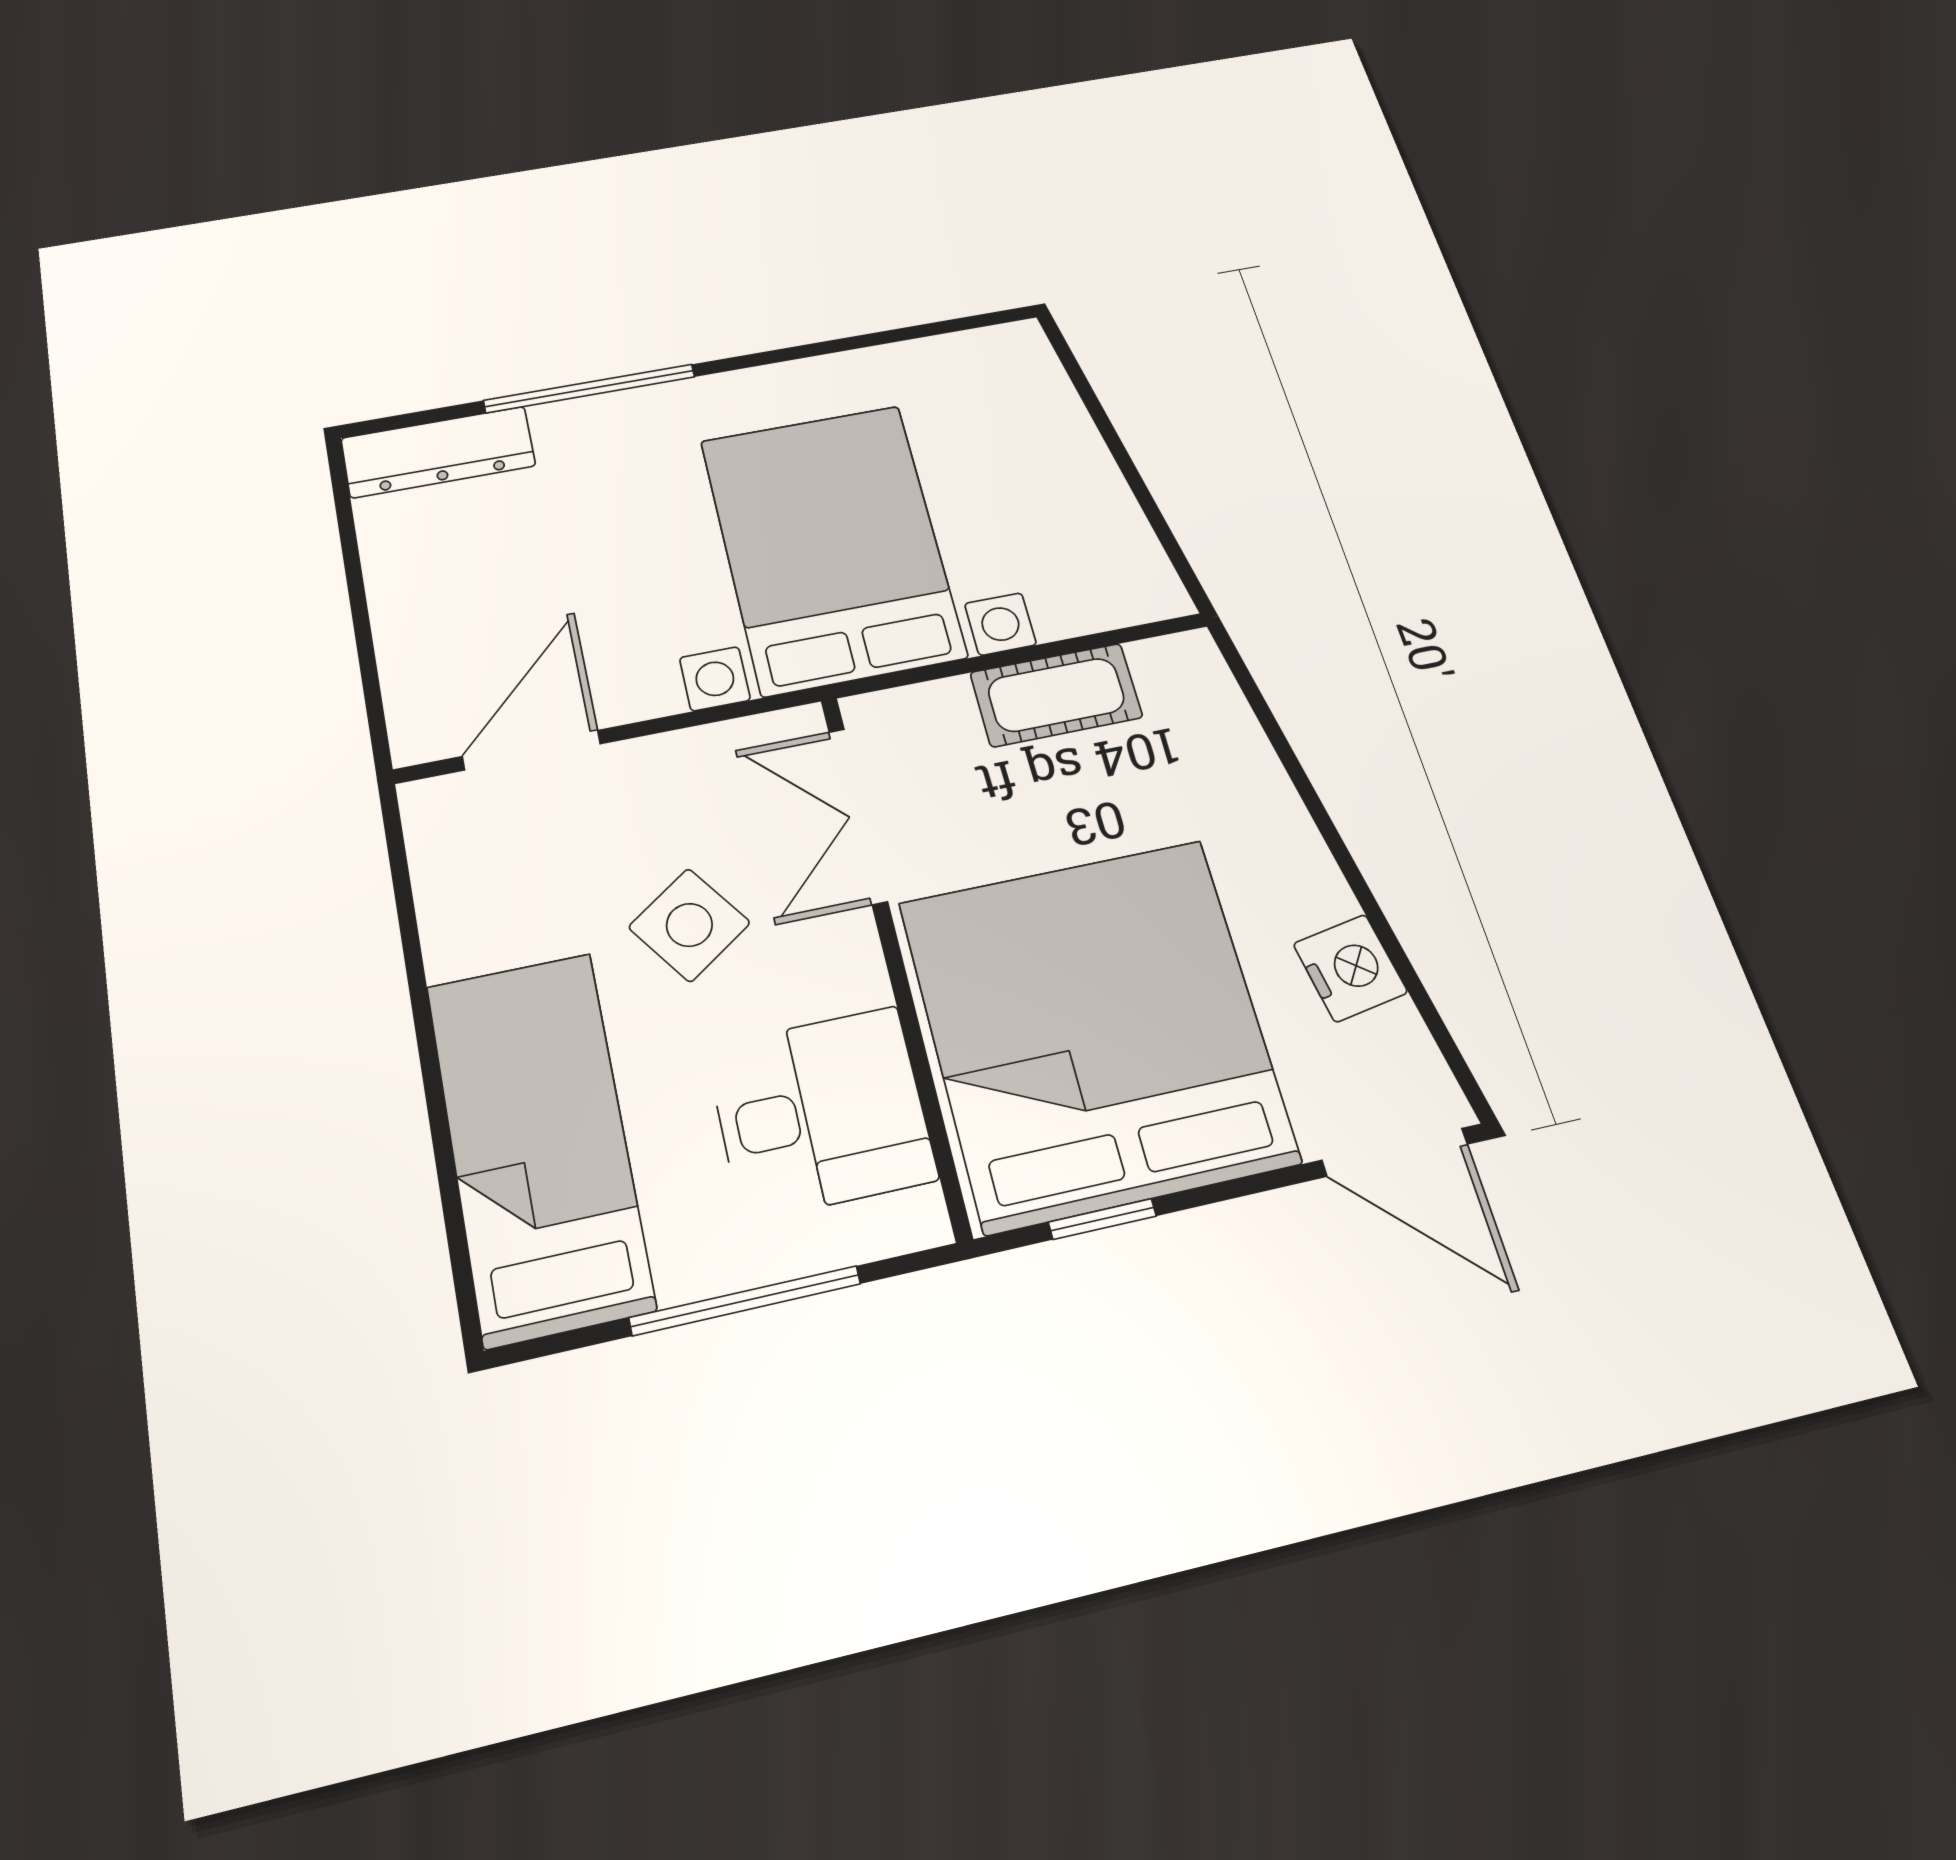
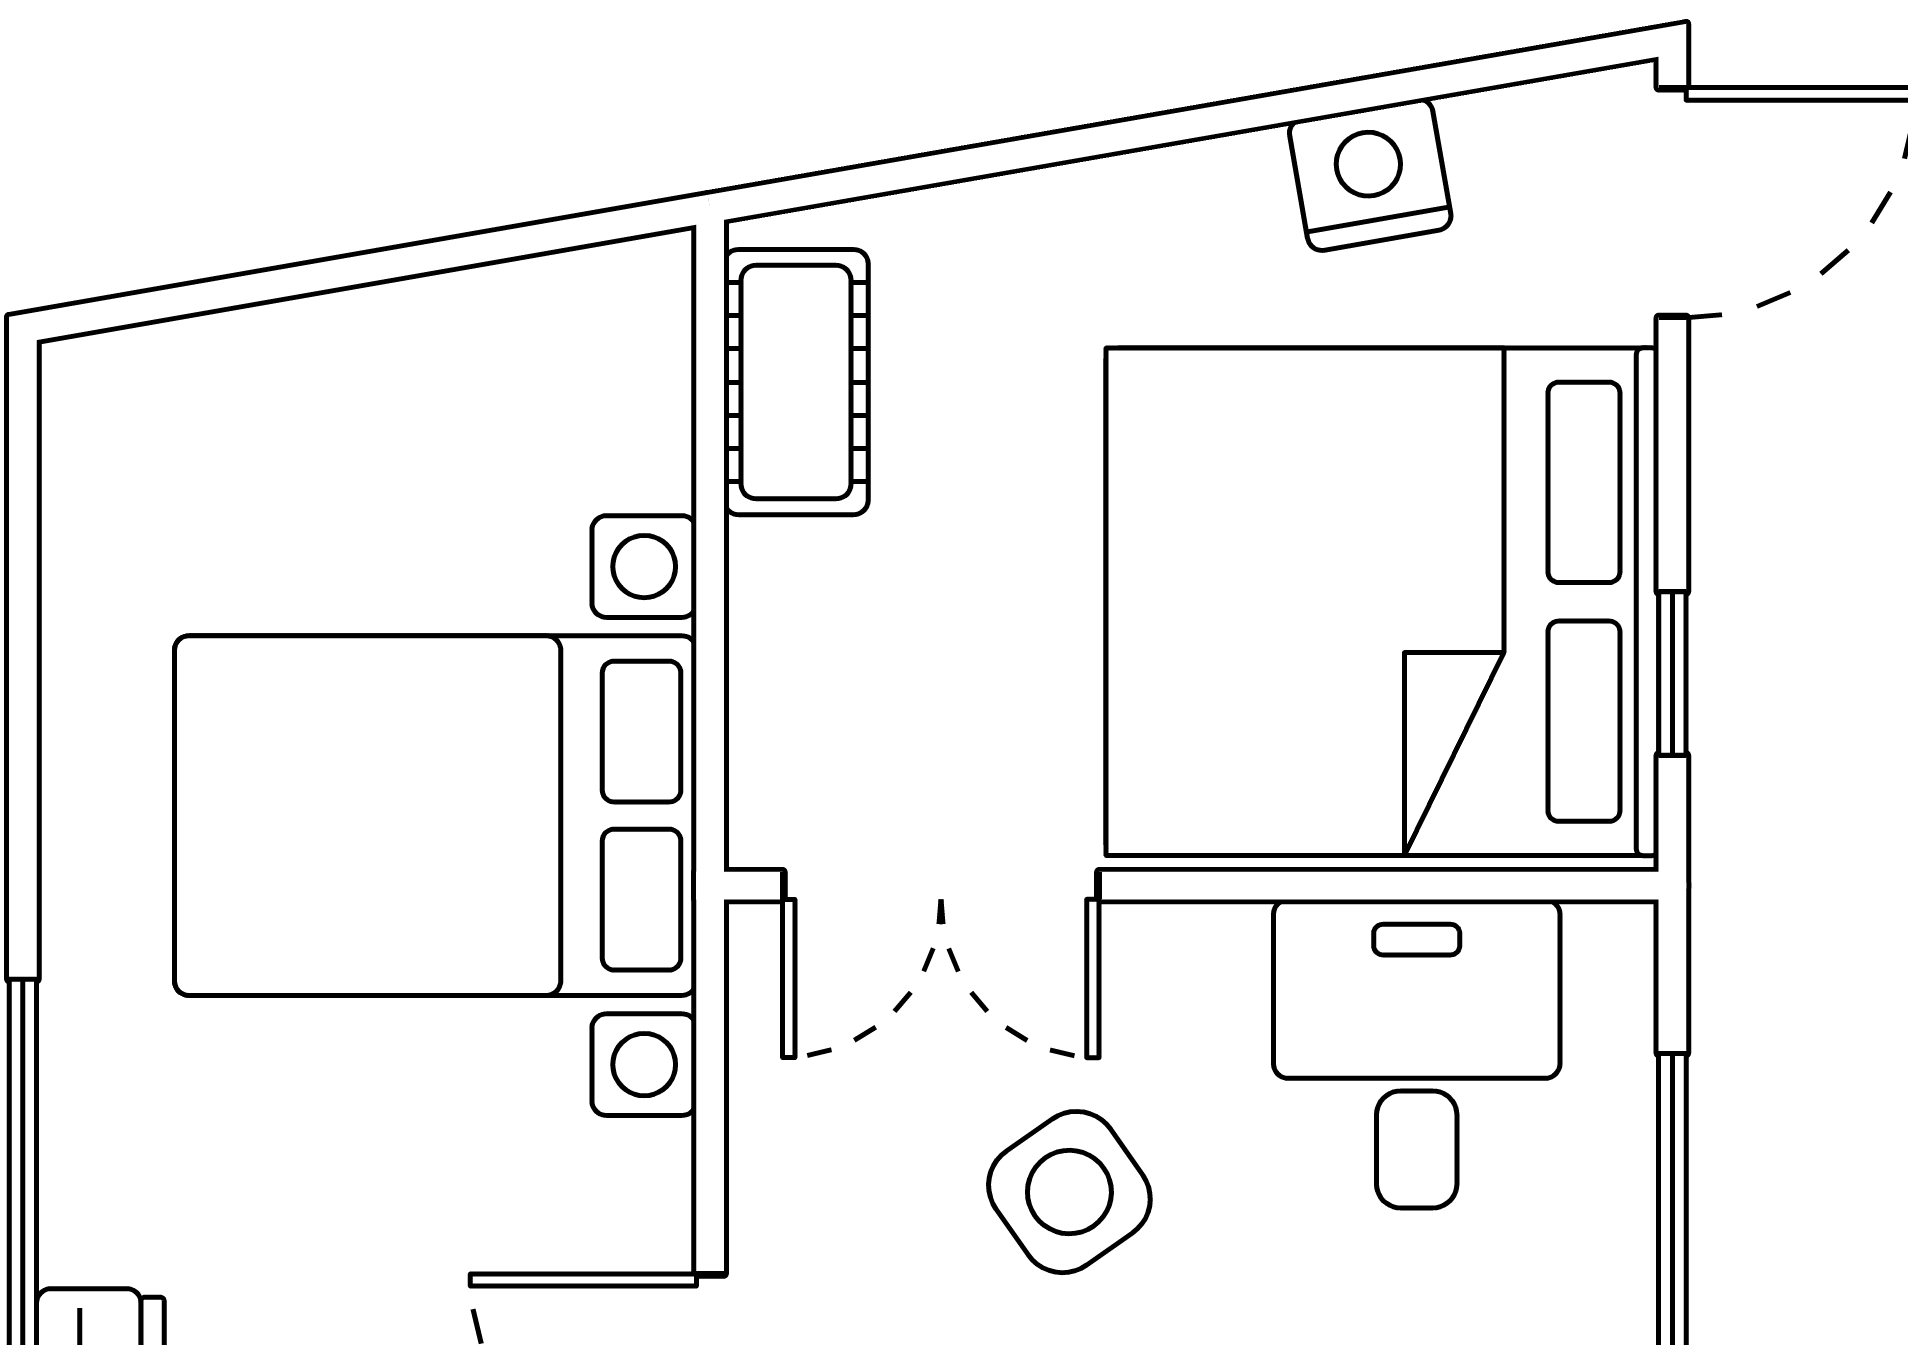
cot: (1056, 695) -> (796, 382), moved

